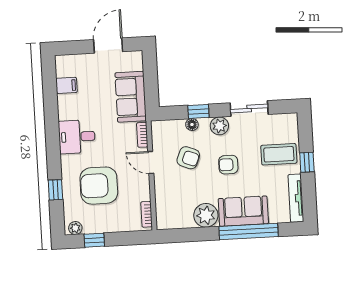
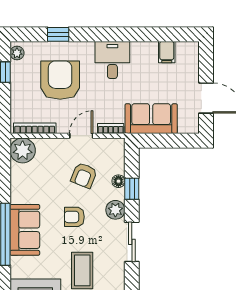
armchair: (228, 165) -> (74, 217), turned -90
bookcase: (147, 214) -> (35, 128), width x1.56
plant: (206, 215) -> (23, 150), moved

